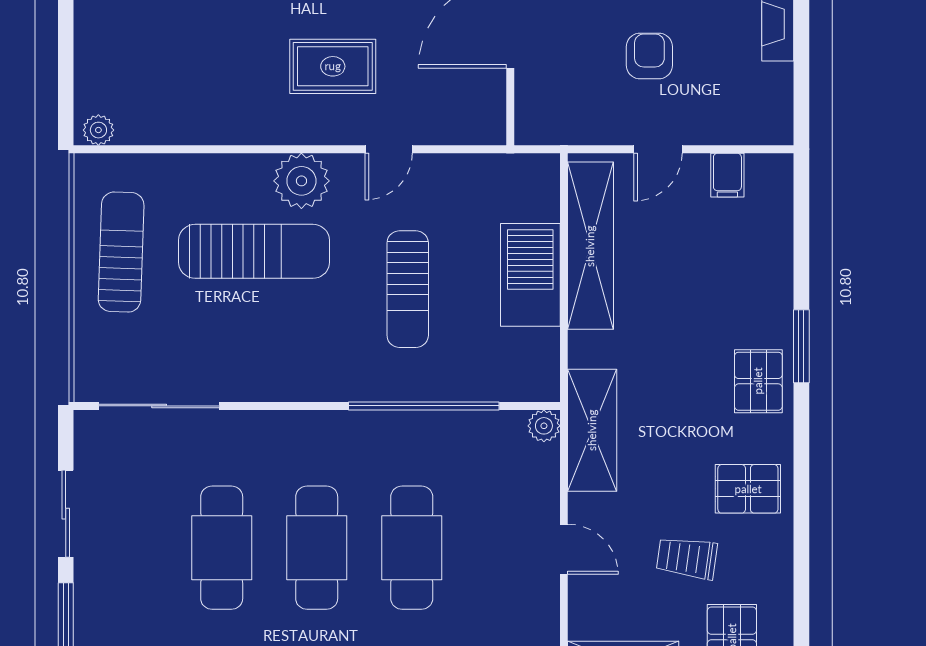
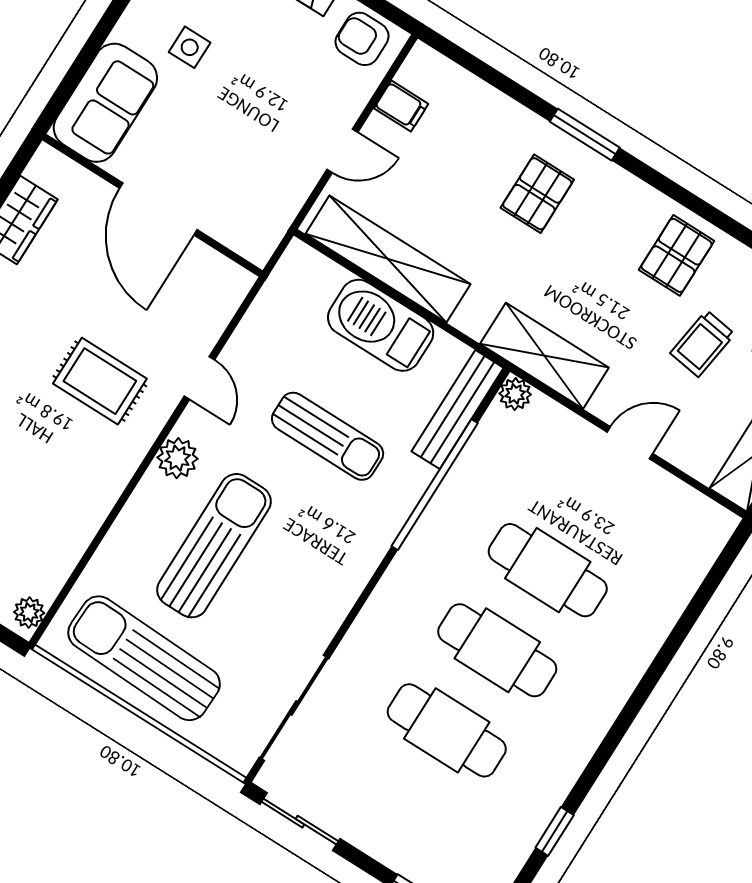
armchair: (649, 56) -> (362, 39), moved
rug: (333, 66) -> (100, 381), turned 90
door: (658, 149) -> (342, 151), hinge flipped
plant: (301, 181) -> (178, 458), width x0.73, depth x0.73
sun lounger: (121, 252) -> (144, 658), width x1.36, depth x1.34
pallet: (758, 381) -> (537, 194), moved, turned 90
bench: (500, 385) -> (458, 410), added
sliding door: (66, 514) -> (300, 822), moved

